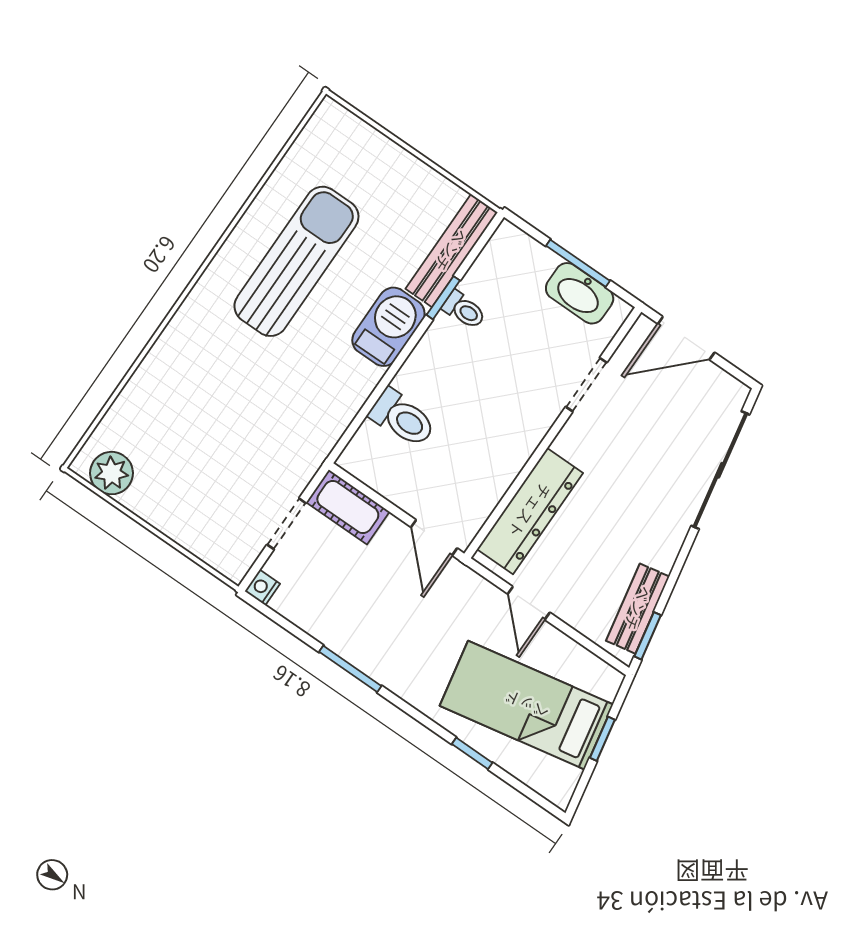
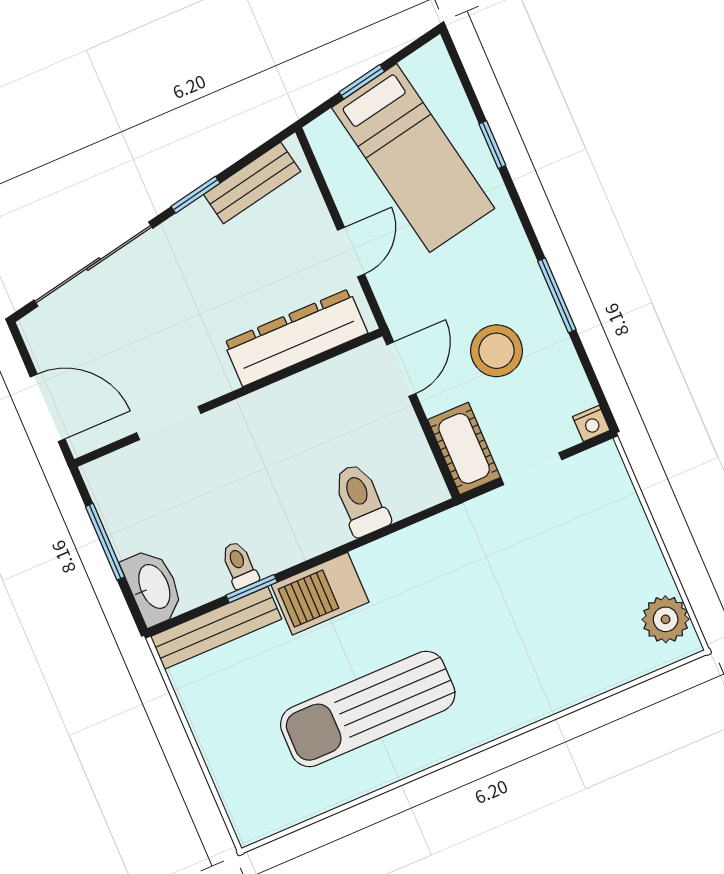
washbasin: (580, 293) -> (153, 587), moved
stool: (370, 598) -> (497, 351), added
window: (648, 636) -> (196, 195), moved

